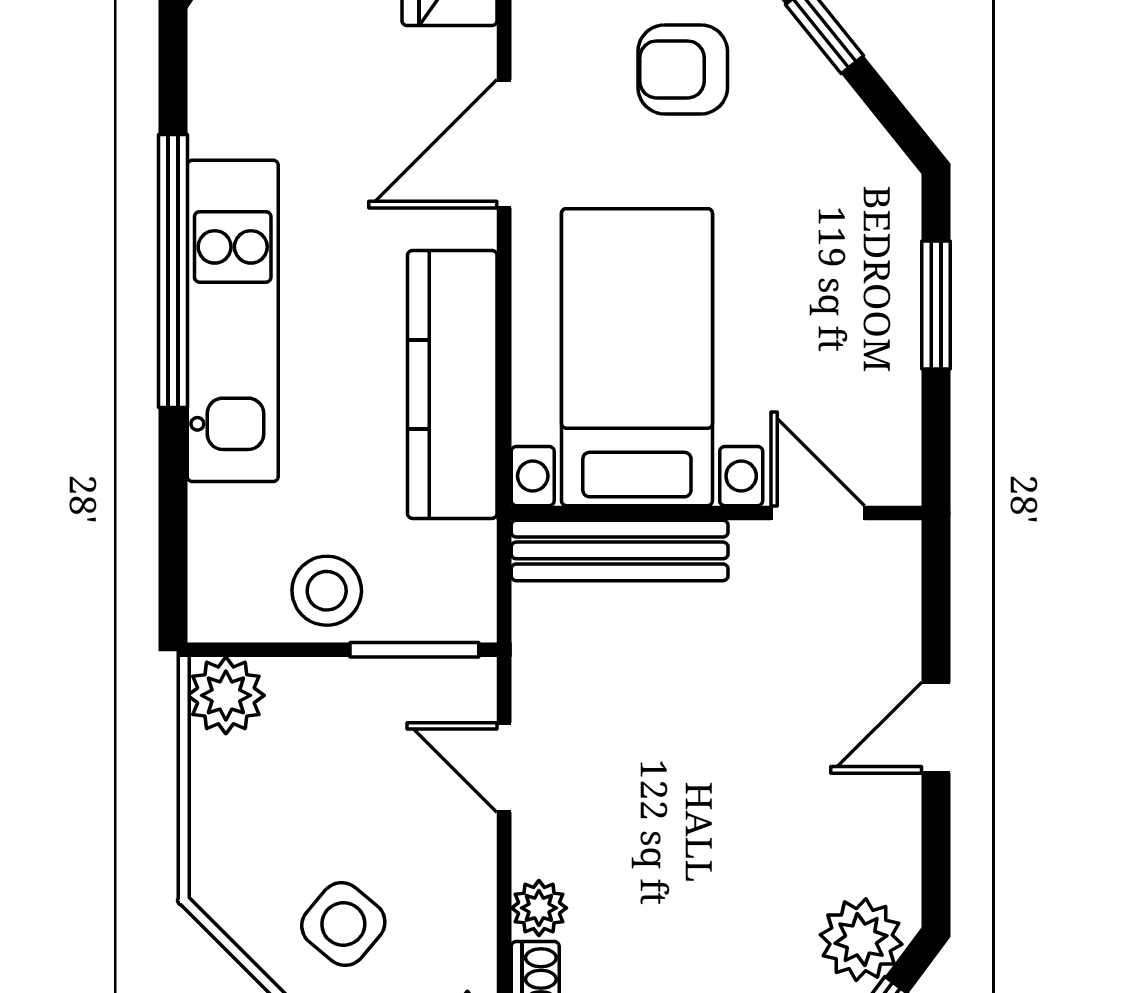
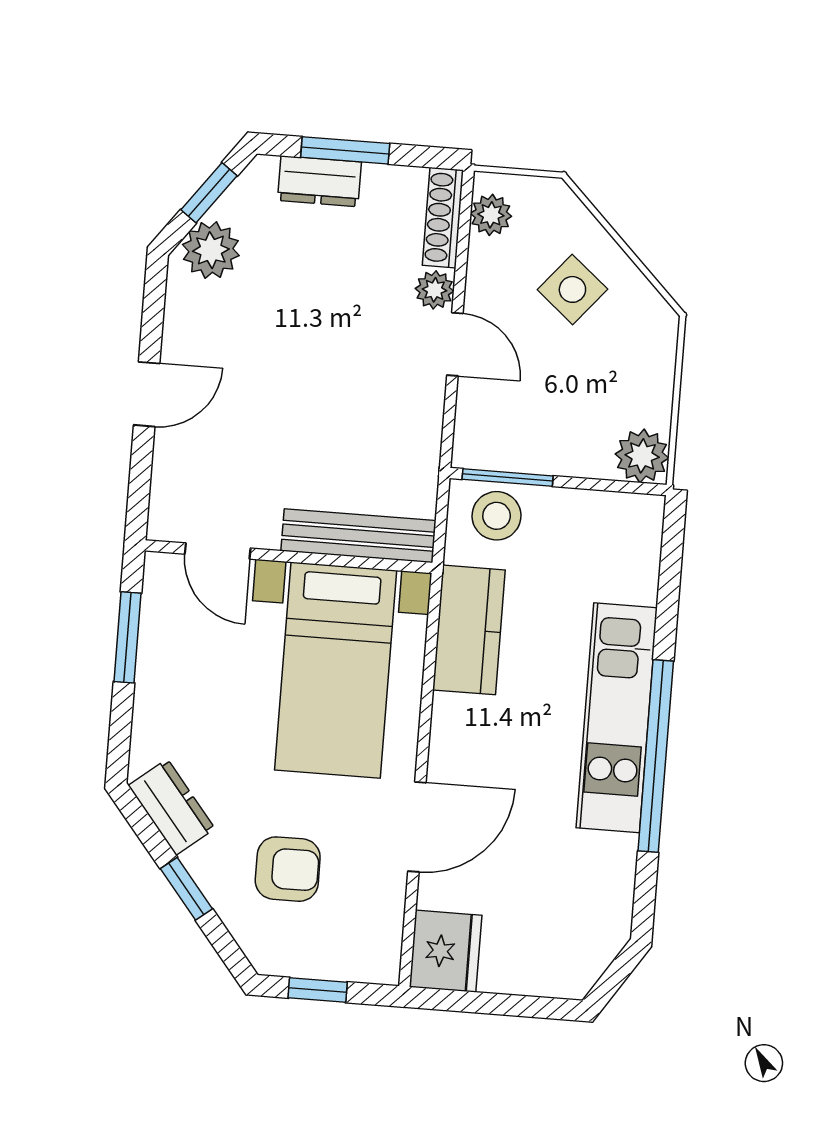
dresser: (854, 145) -> (172, 807), added
window: (936, 305) -> (128, 637), moved
kitchen counter: (452, 384) -> (469, 630), width x0.67
stool: (327, 591) -> (497, 516), moved
door: (504, 767) -> (455, 344), moved

